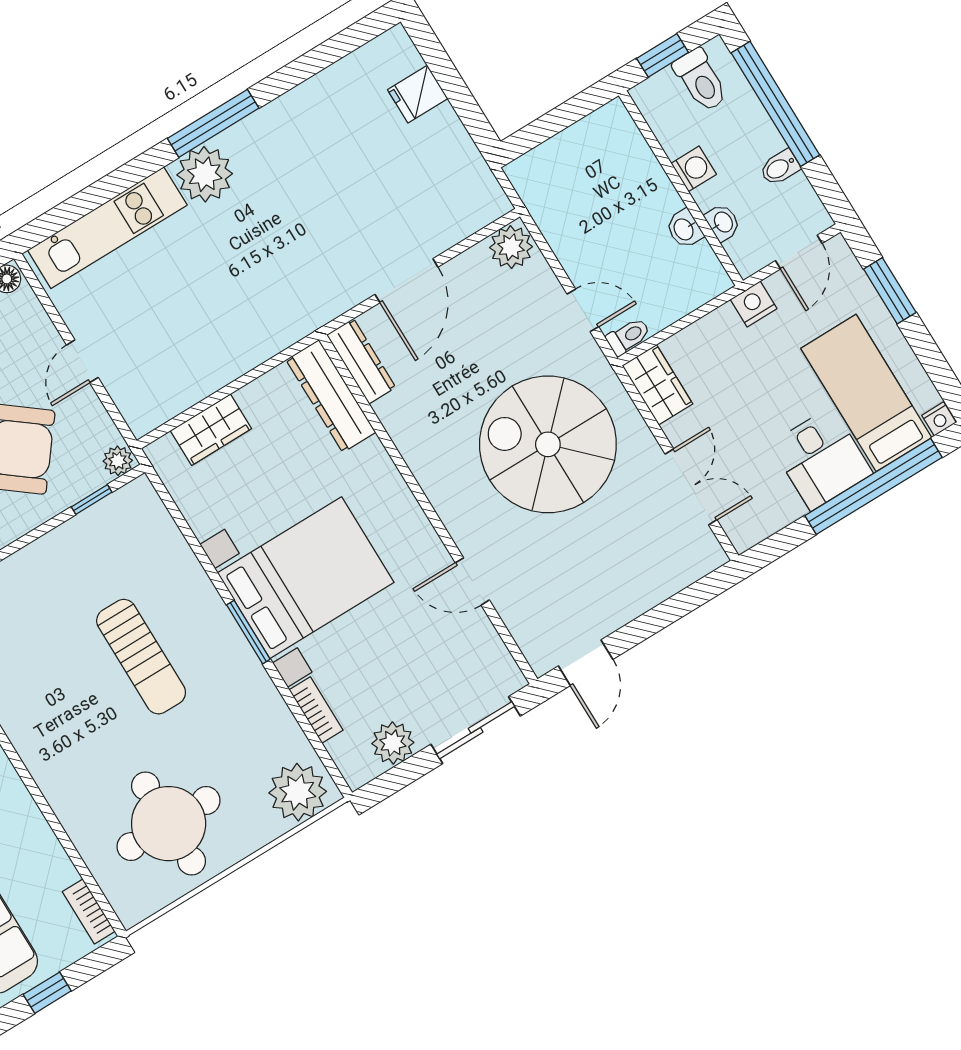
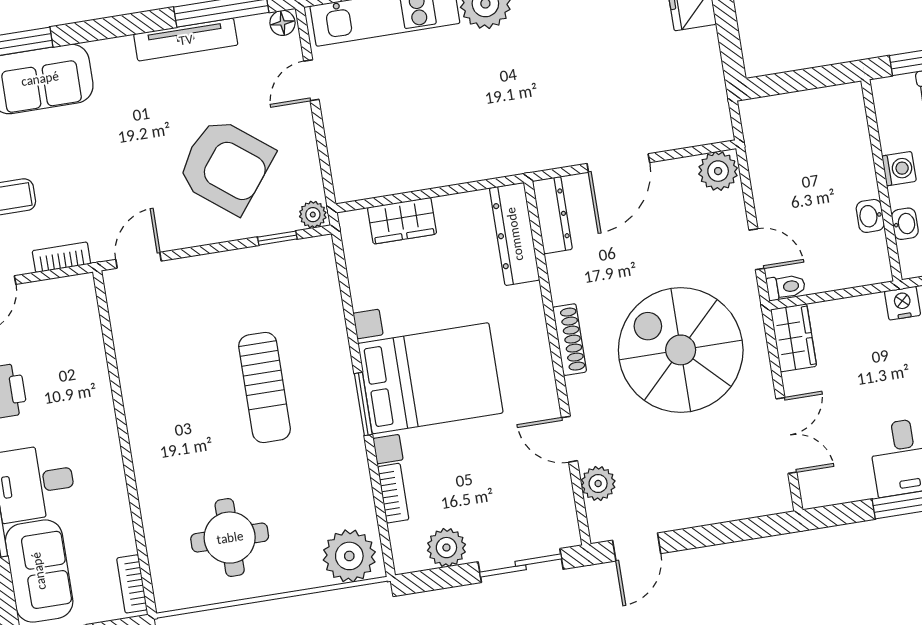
door: (82, 361) -> (311, 80), moved
shoe rack: (431, 480) -> (570, 340), added
plant: (520, 614) -> (598, 484), added
round table: (169, 824) -> (230, 538), width x0.73, depth x0.73

